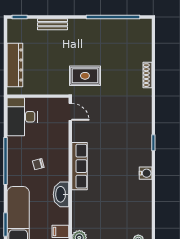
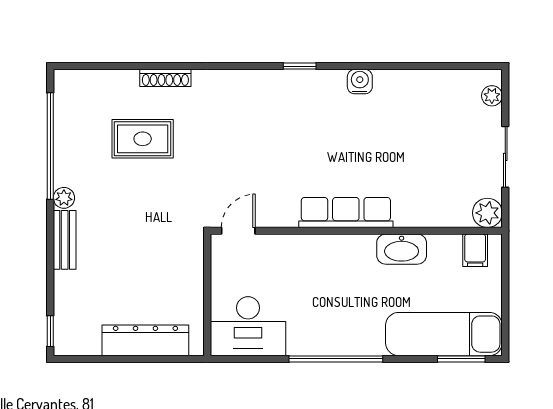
bench: (53, 24) -> (65, 240), moved
plant: (87, 24) -> (64, 198), added
rug: (85, 76) -> (143, 139), moved, turned 90
chair: (38, 164) -> (342, 294), removed

